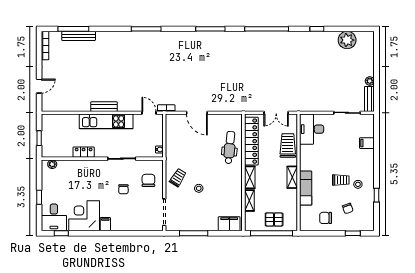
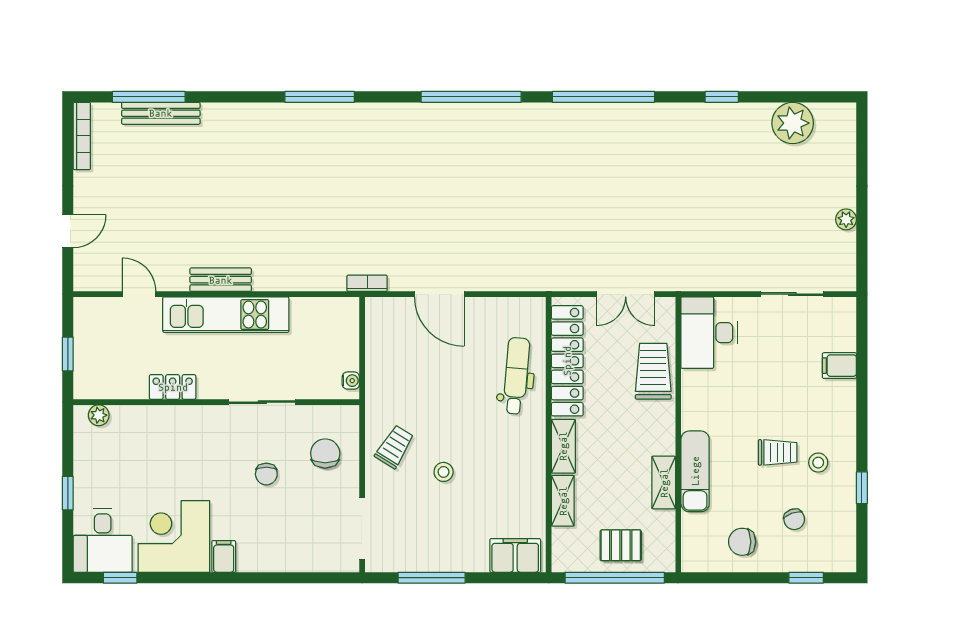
window: (210, 29) -> (471, 97), width x1.46
bench: (369, 99) -> (845, 262), removed
door: (149, 113) -> (139, 294), moved
shelving: (292, 177) -> (664, 483), moved

